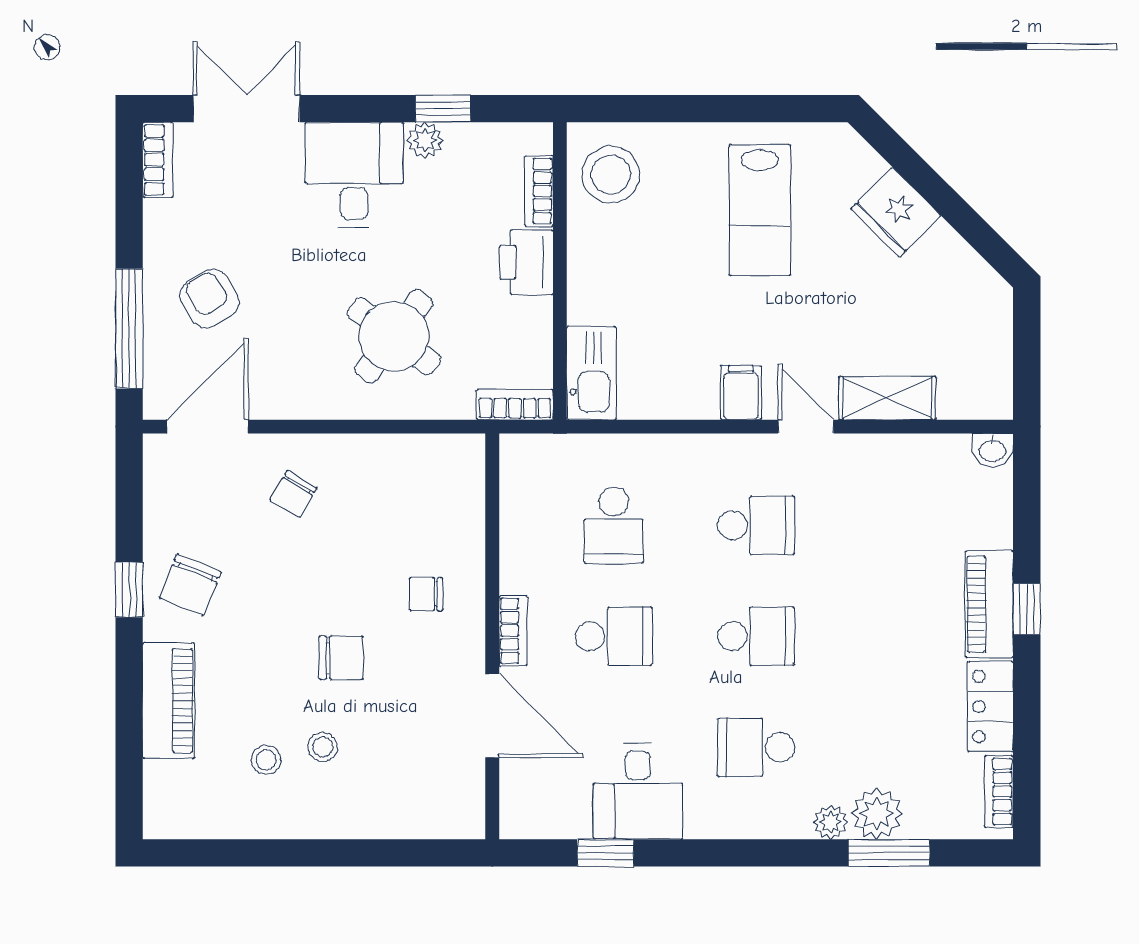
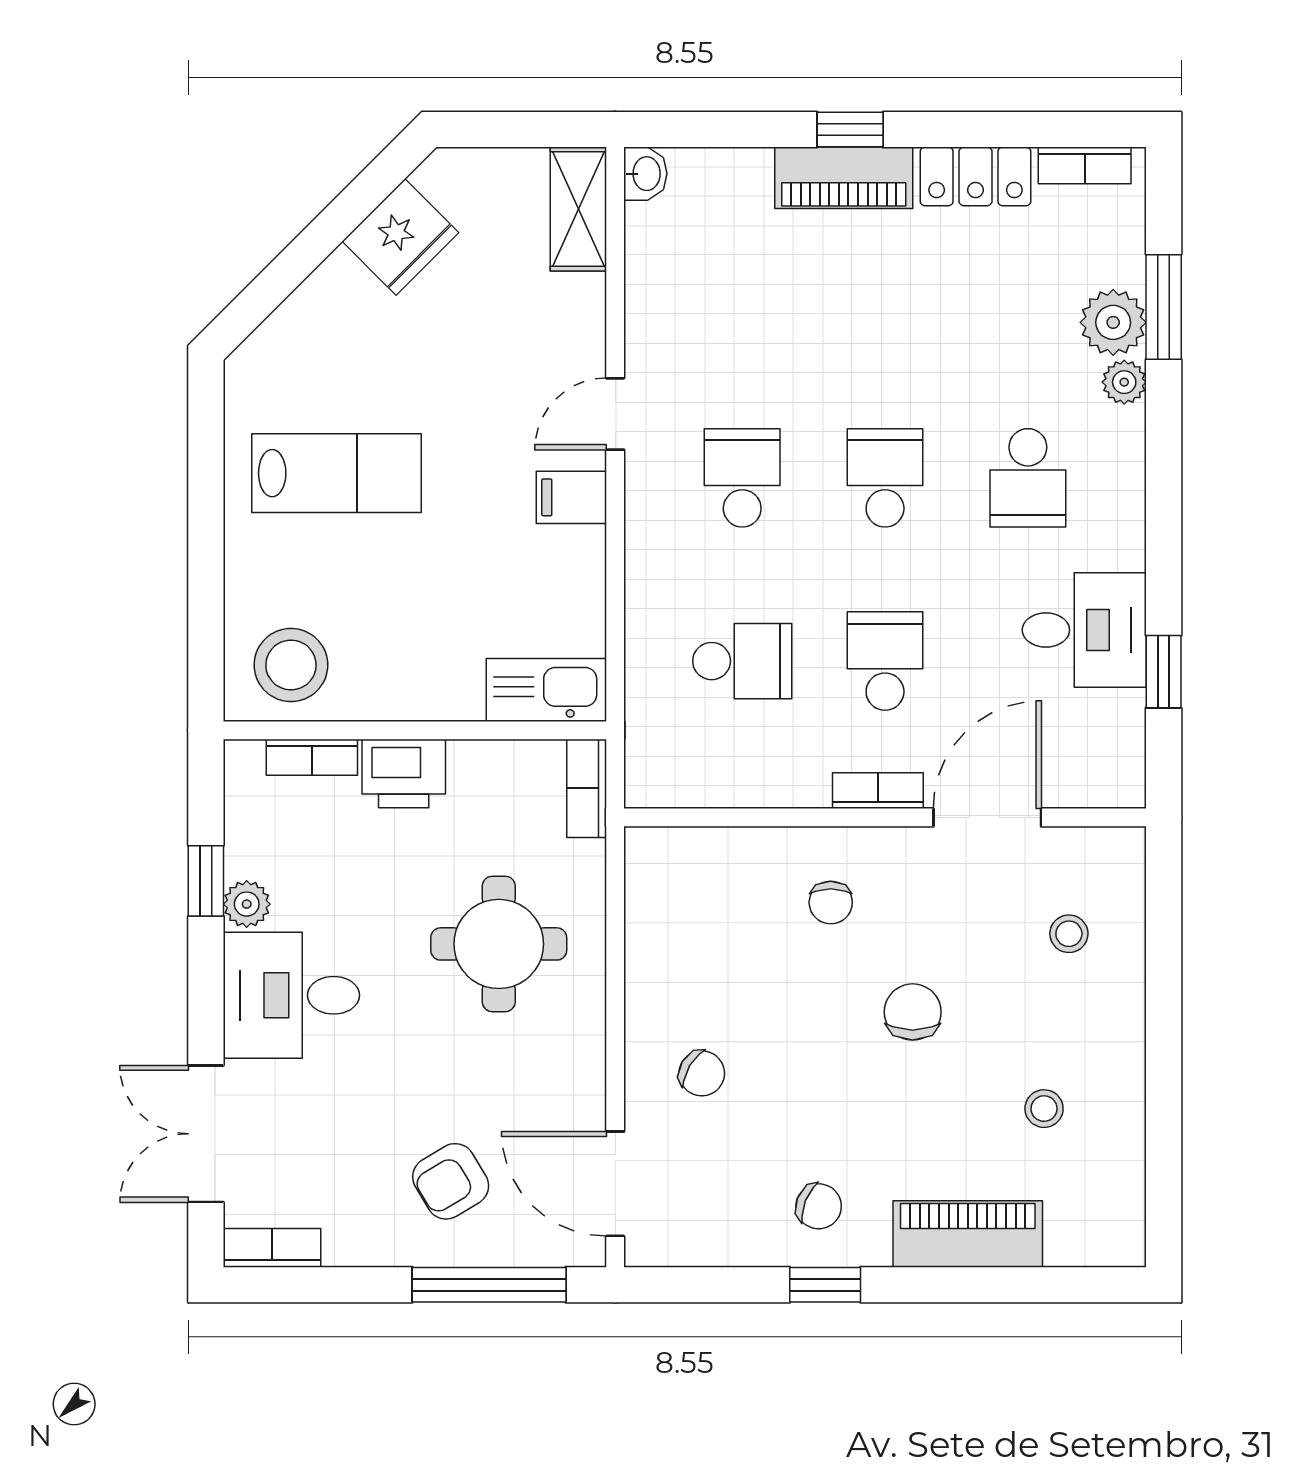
fridge: (896, 212) -> (400, 237), moved
round table: (394, 336) -> (499, 944), turned -37
shelving: (887, 398) -> (578, 209), moved
chair: (190, 585) -> (819, 1206), width x0.73, depth x0.73
stool: (323, 747) -> (1069, 934), moved

